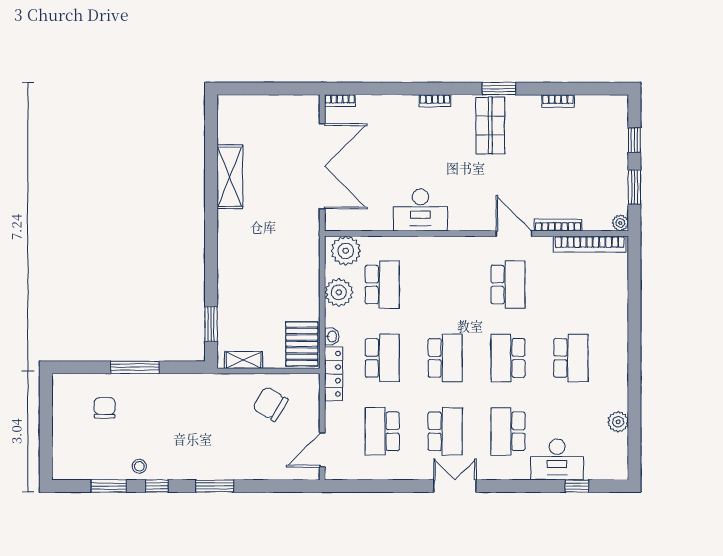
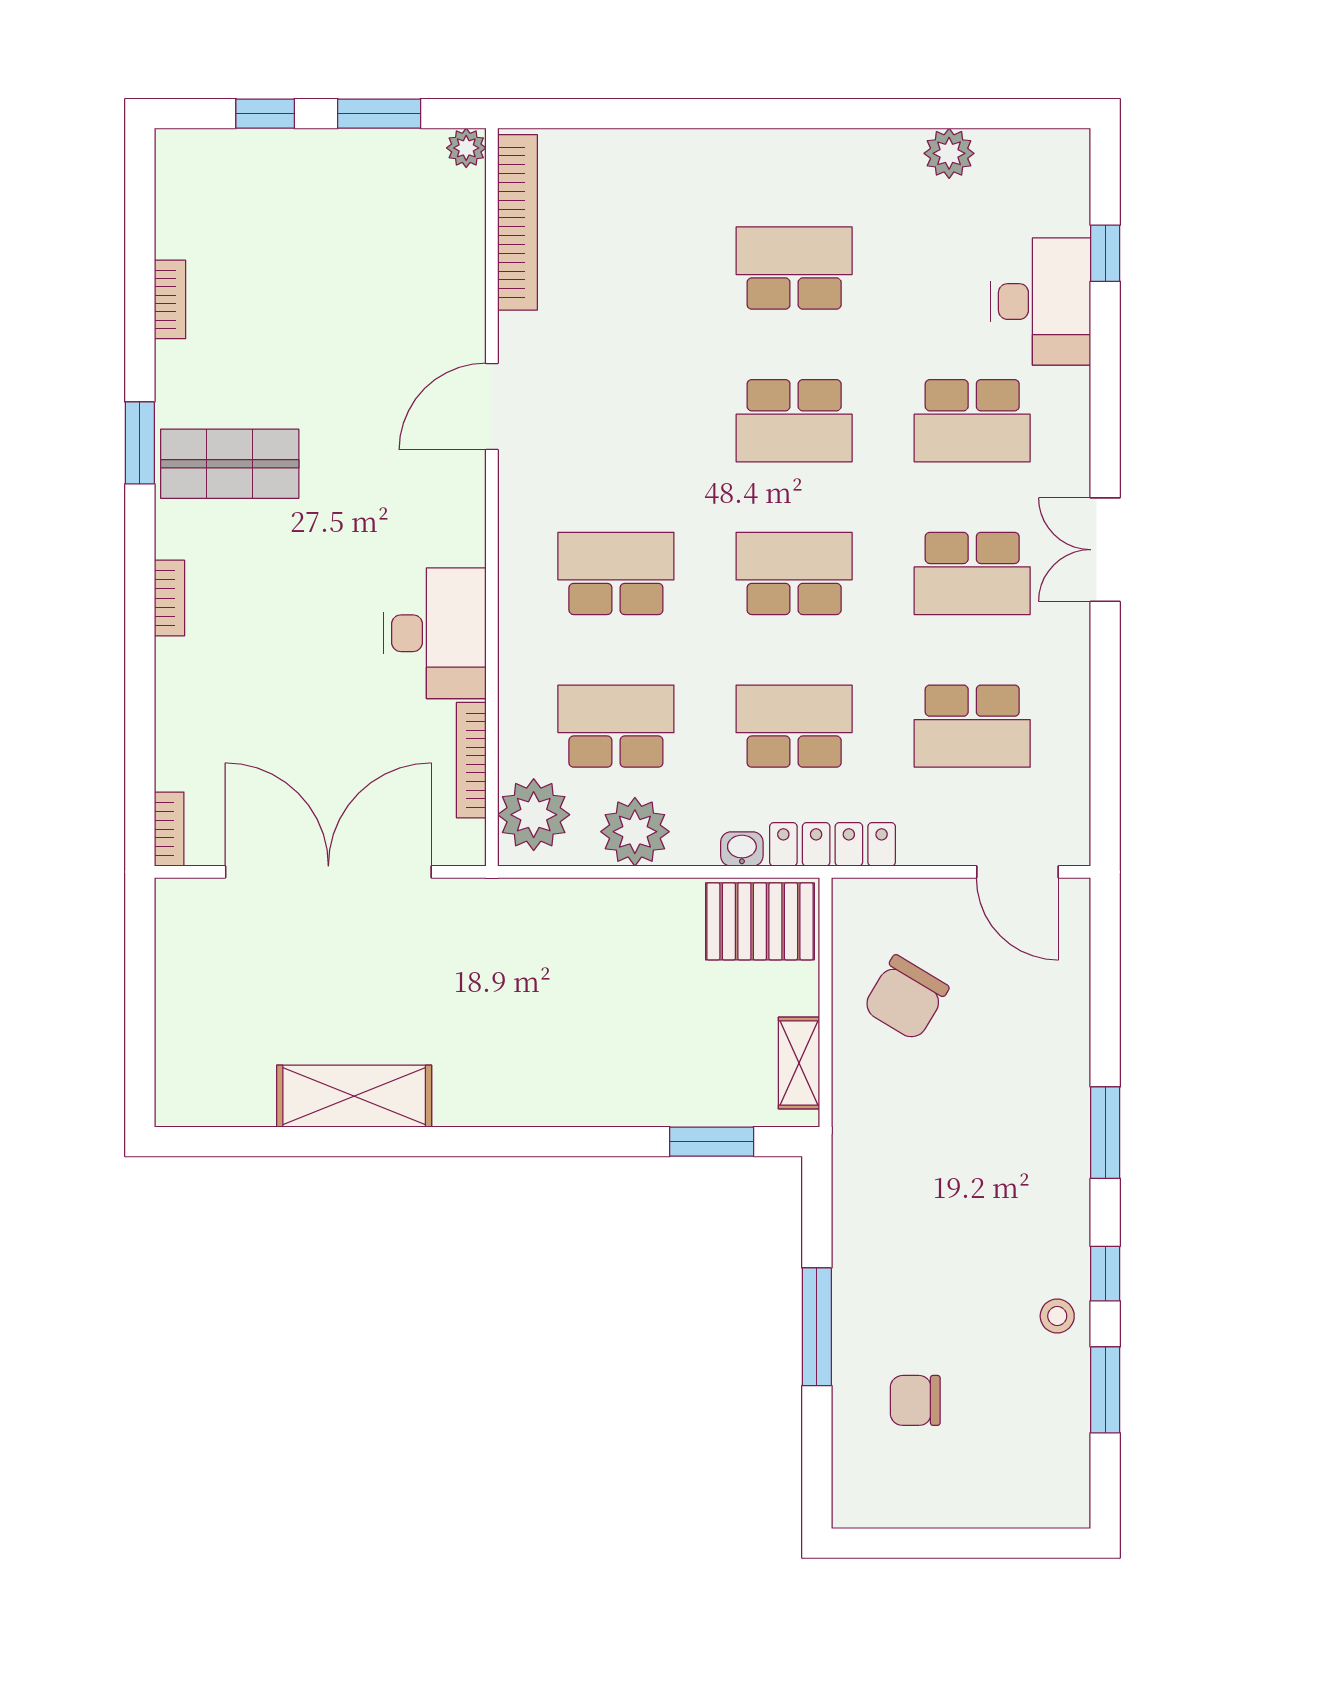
bookcase: (558, 225) -> (471, 760), moved
school desk: (508, 285) -> (616, 573), moved
school desk: (445, 431) -> (972, 573), turned 180

